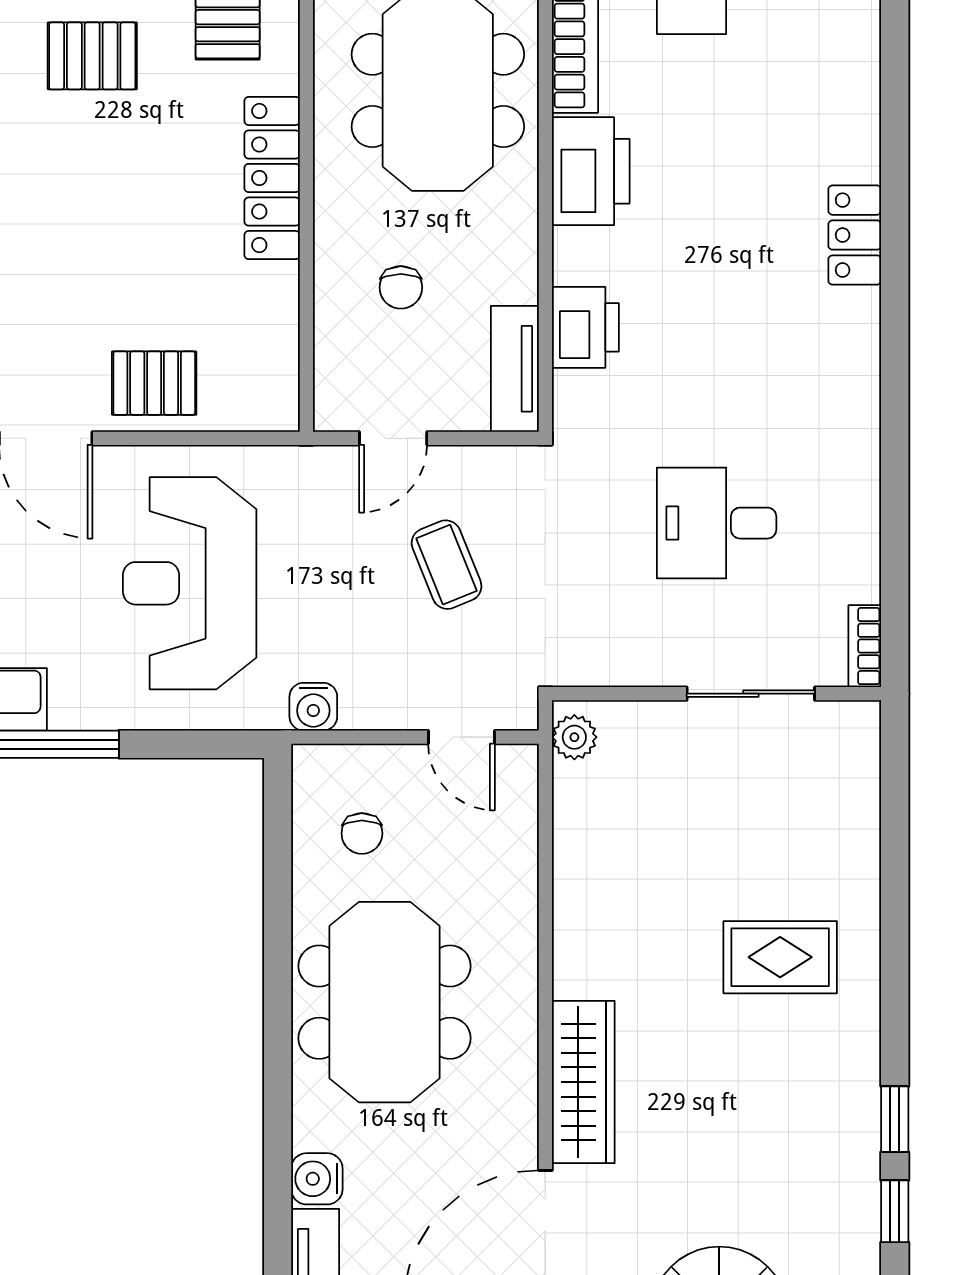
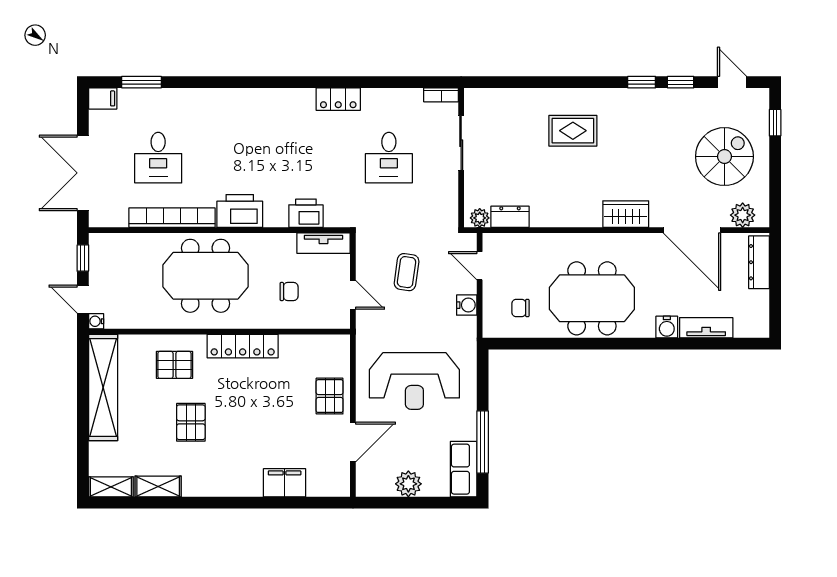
locker: (855, 235) -> (338, 99), moved
coffee table: (447, 565) -> (407, 272), turned -60
water cooler: (313, 707) -> (467, 305), moved
door: (461, 737) -> (480, 266), swing flipped
dresser: (577, 809) -> (510, 217), added
chair: (362, 833) -> (520, 308), turned 180
rug: (780, 957) -> (573, 131), turned 90
wardrobe: (583, 1082) -> (626, 214), width x0.67

